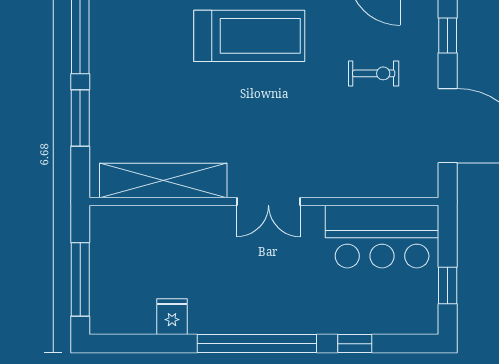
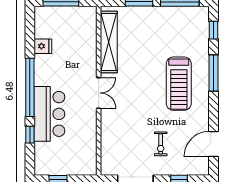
double door: (268, 201) -> (99, 93), swing flipped
bar counter: (382, 237) -> (49, 114), moved, turned 180

